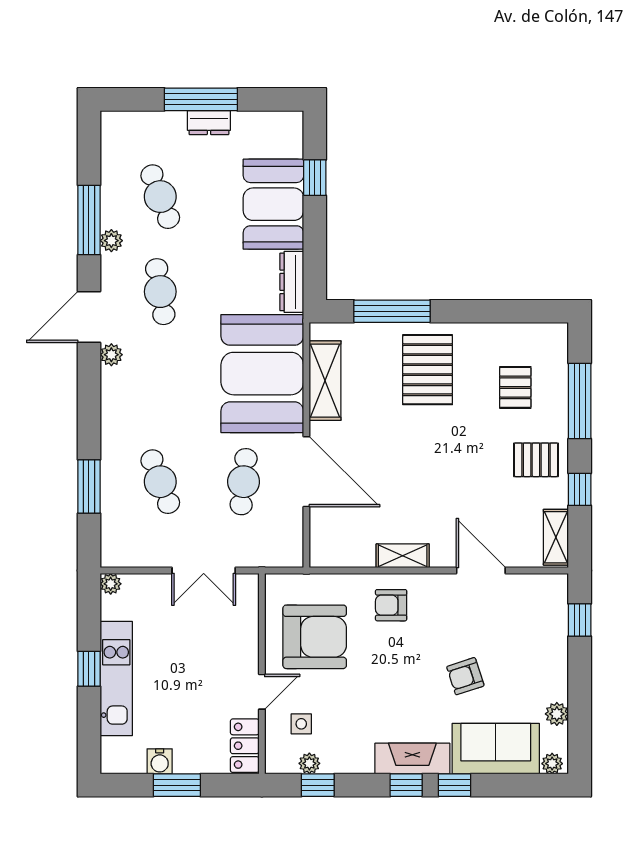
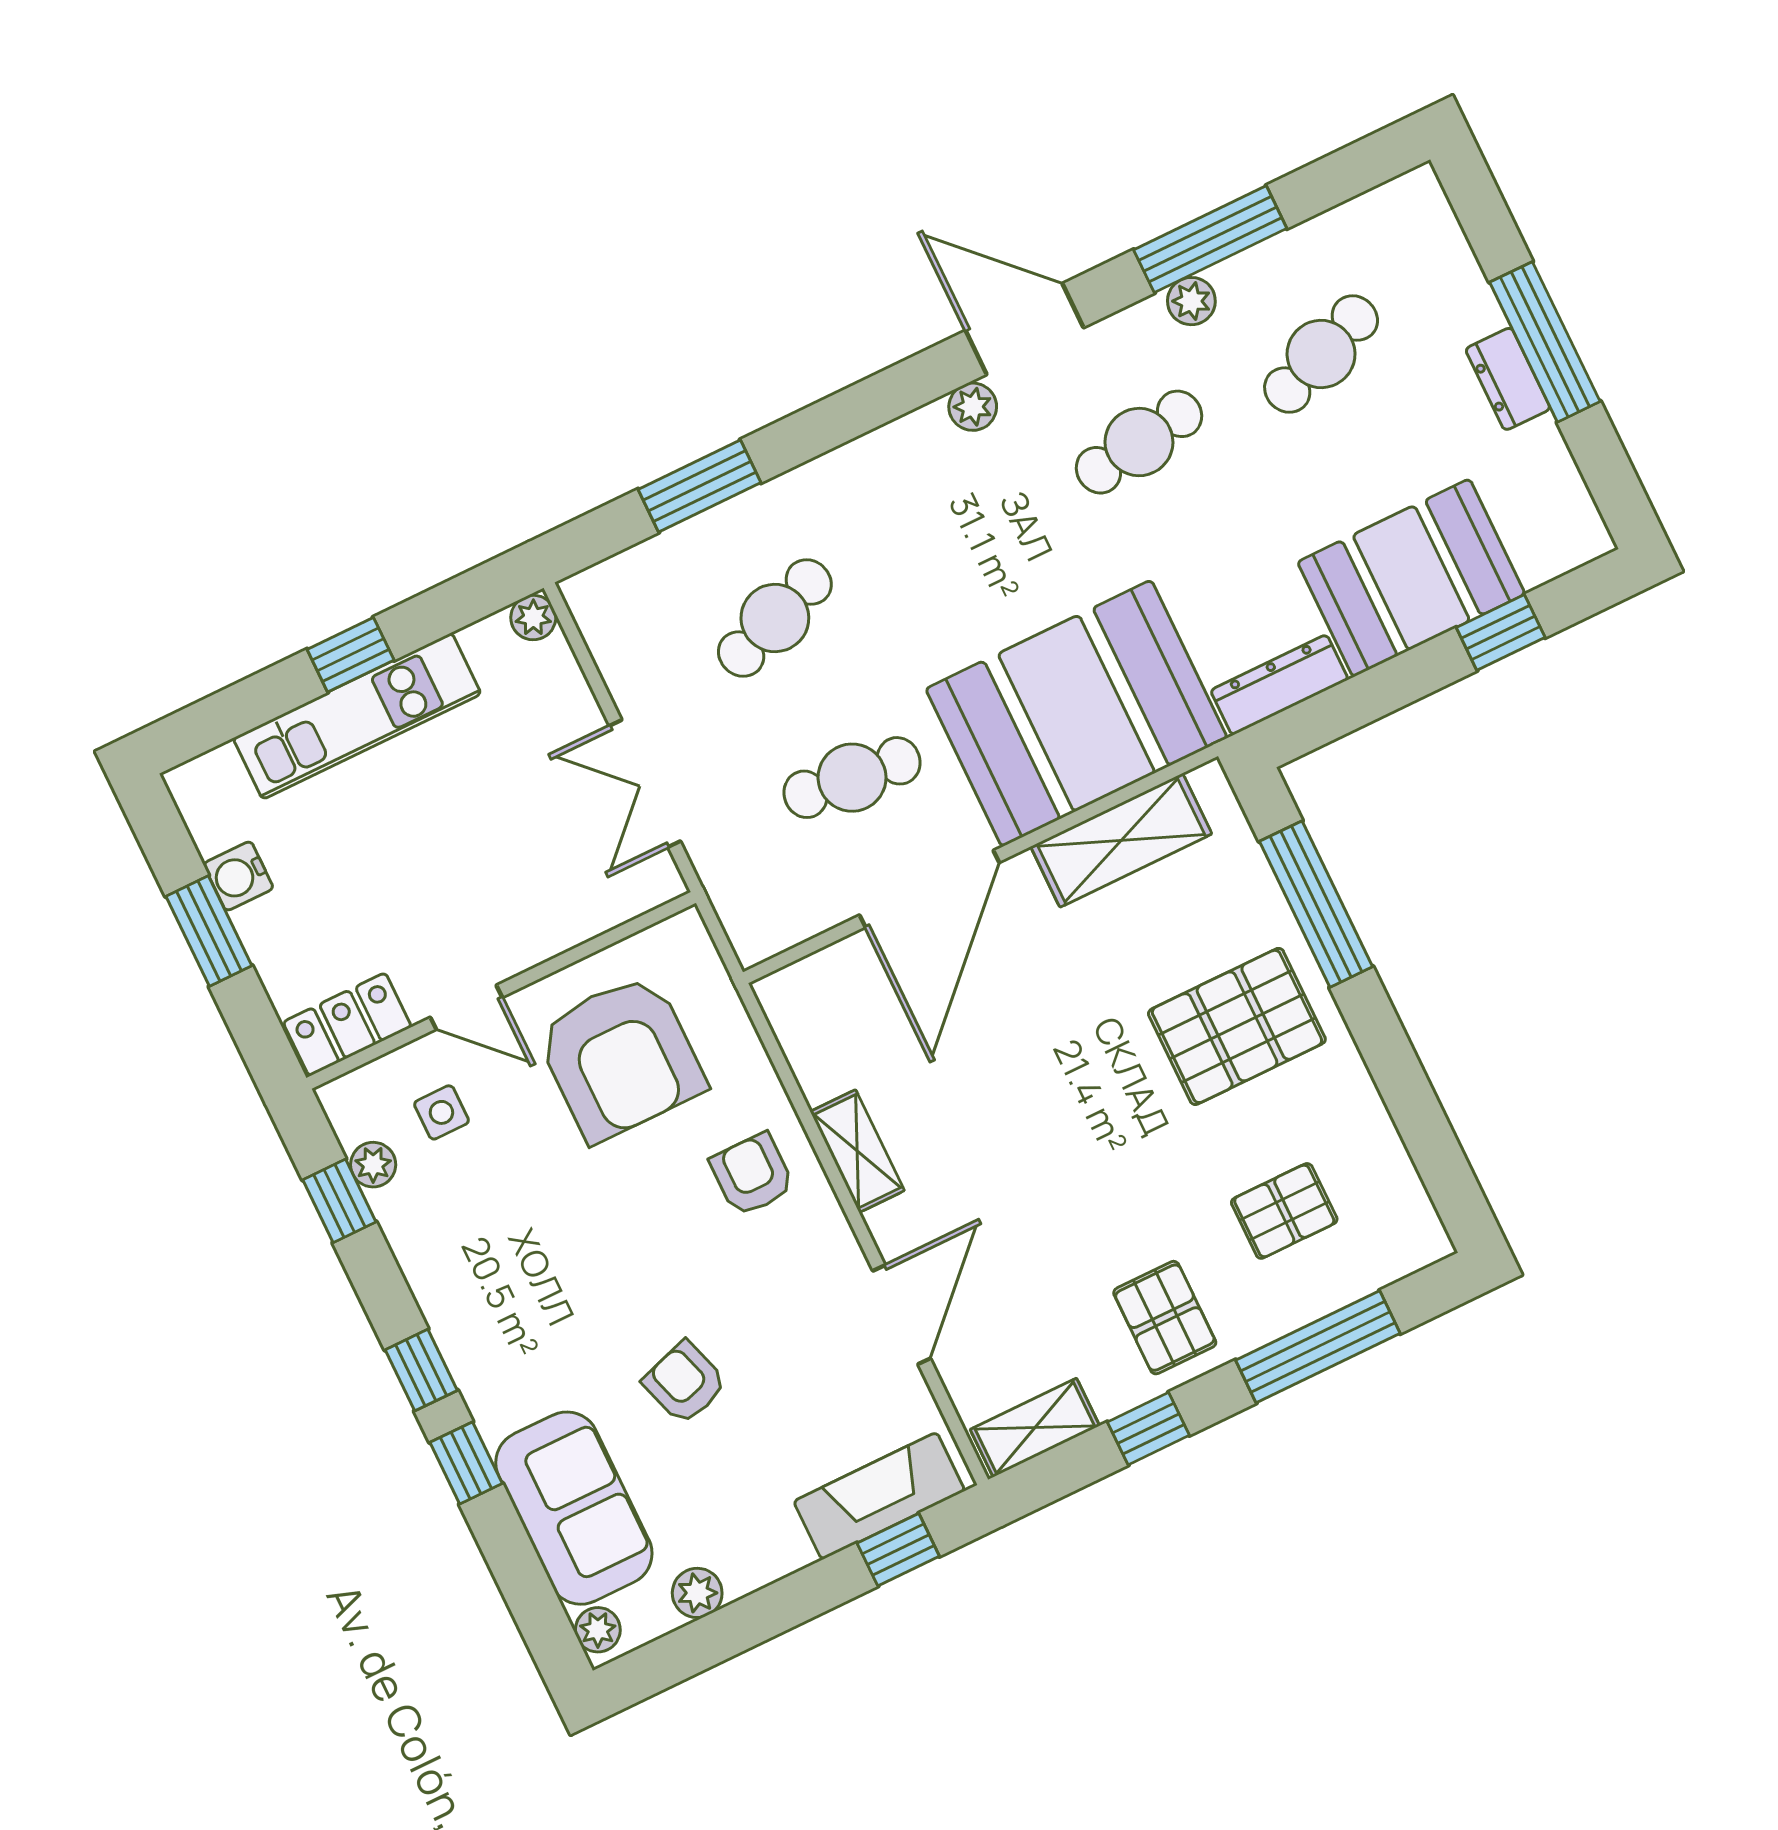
fireplace: (412, 759) -> (879, 1496), moved, turned -90

